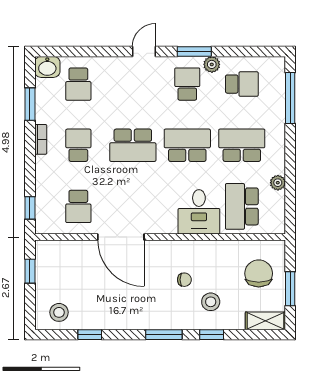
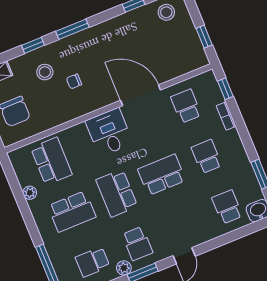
bookcase: (41, 139) -> (226, 116), moved
school desk: (78, 145) -> (207, 157), turned 180
school desk: (187, 145) -> (117, 193), turned 90
desk: (199, 212) -> (109, 132), moved

